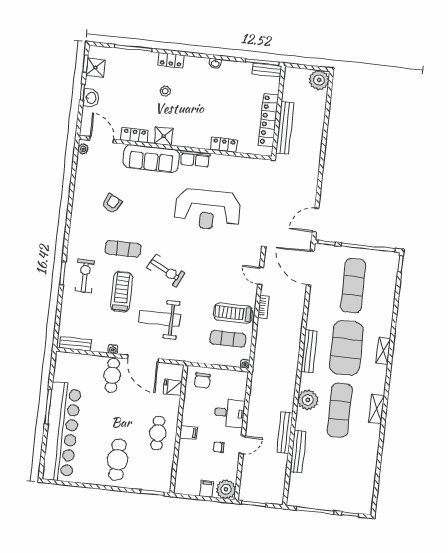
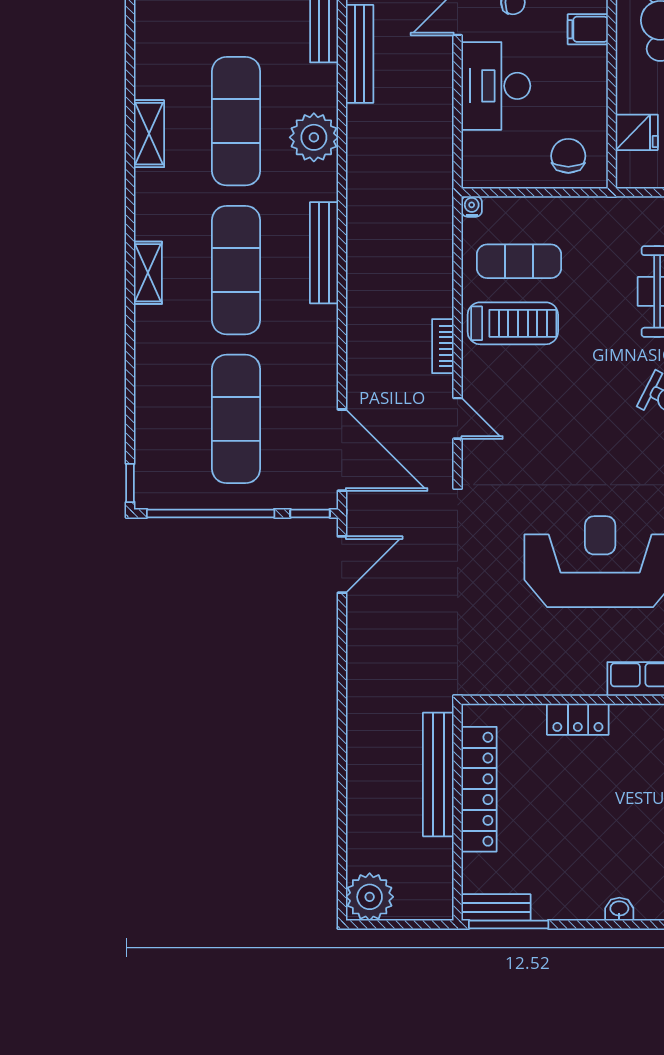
exercise mat: (346, 348) -> (236, 270), width x0.68
desk: (229, 413) -> (496, 86), width x1.37

